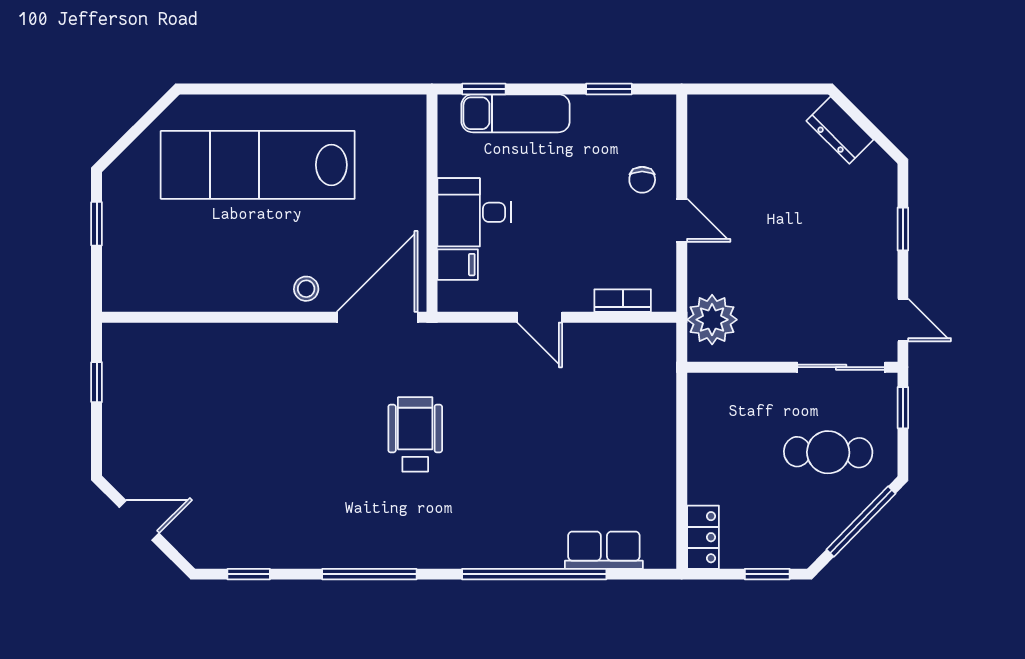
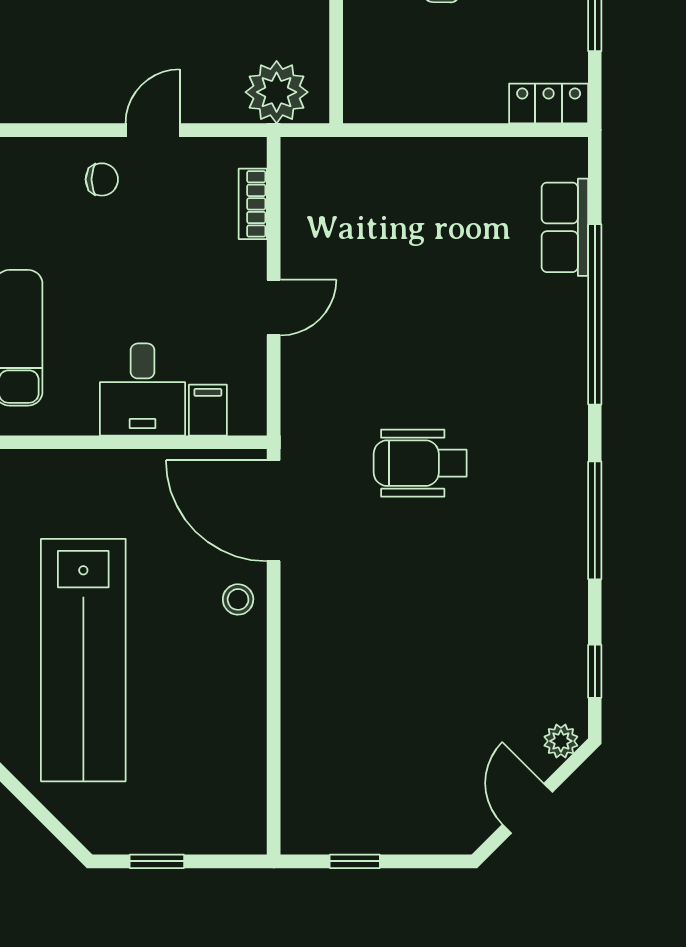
plant: (193, 547) -> (561, 741), added

